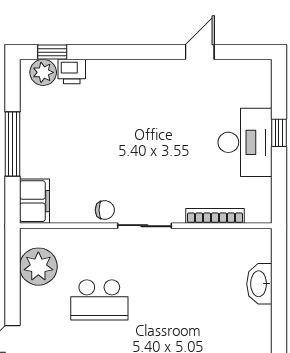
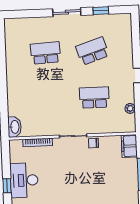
plant: (38, 267) -> (130, 108), width x0.53, depth x0.53
washbasin: (259, 284) -> (15, 127), moved

